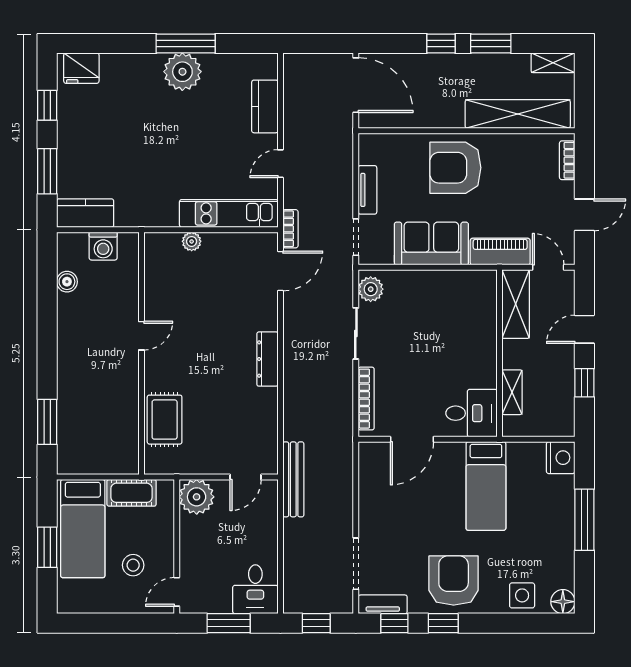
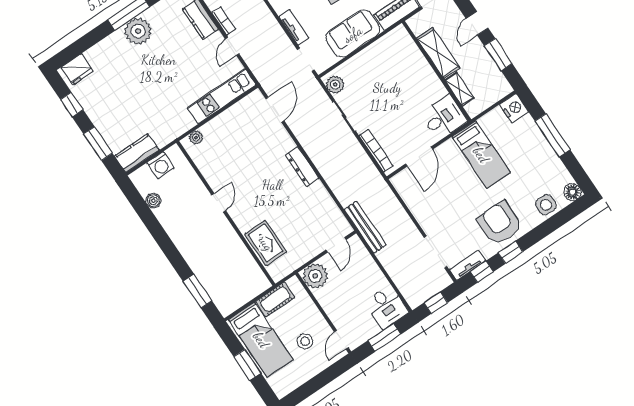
bookcase: (290, 229) -> (224, 21), moved
plant: (192, 241) -> (196, 138), moved
shelving: (516, 304) -> (438, 53), moved
window: (584, 383) -> (498, 55), width x1.50

